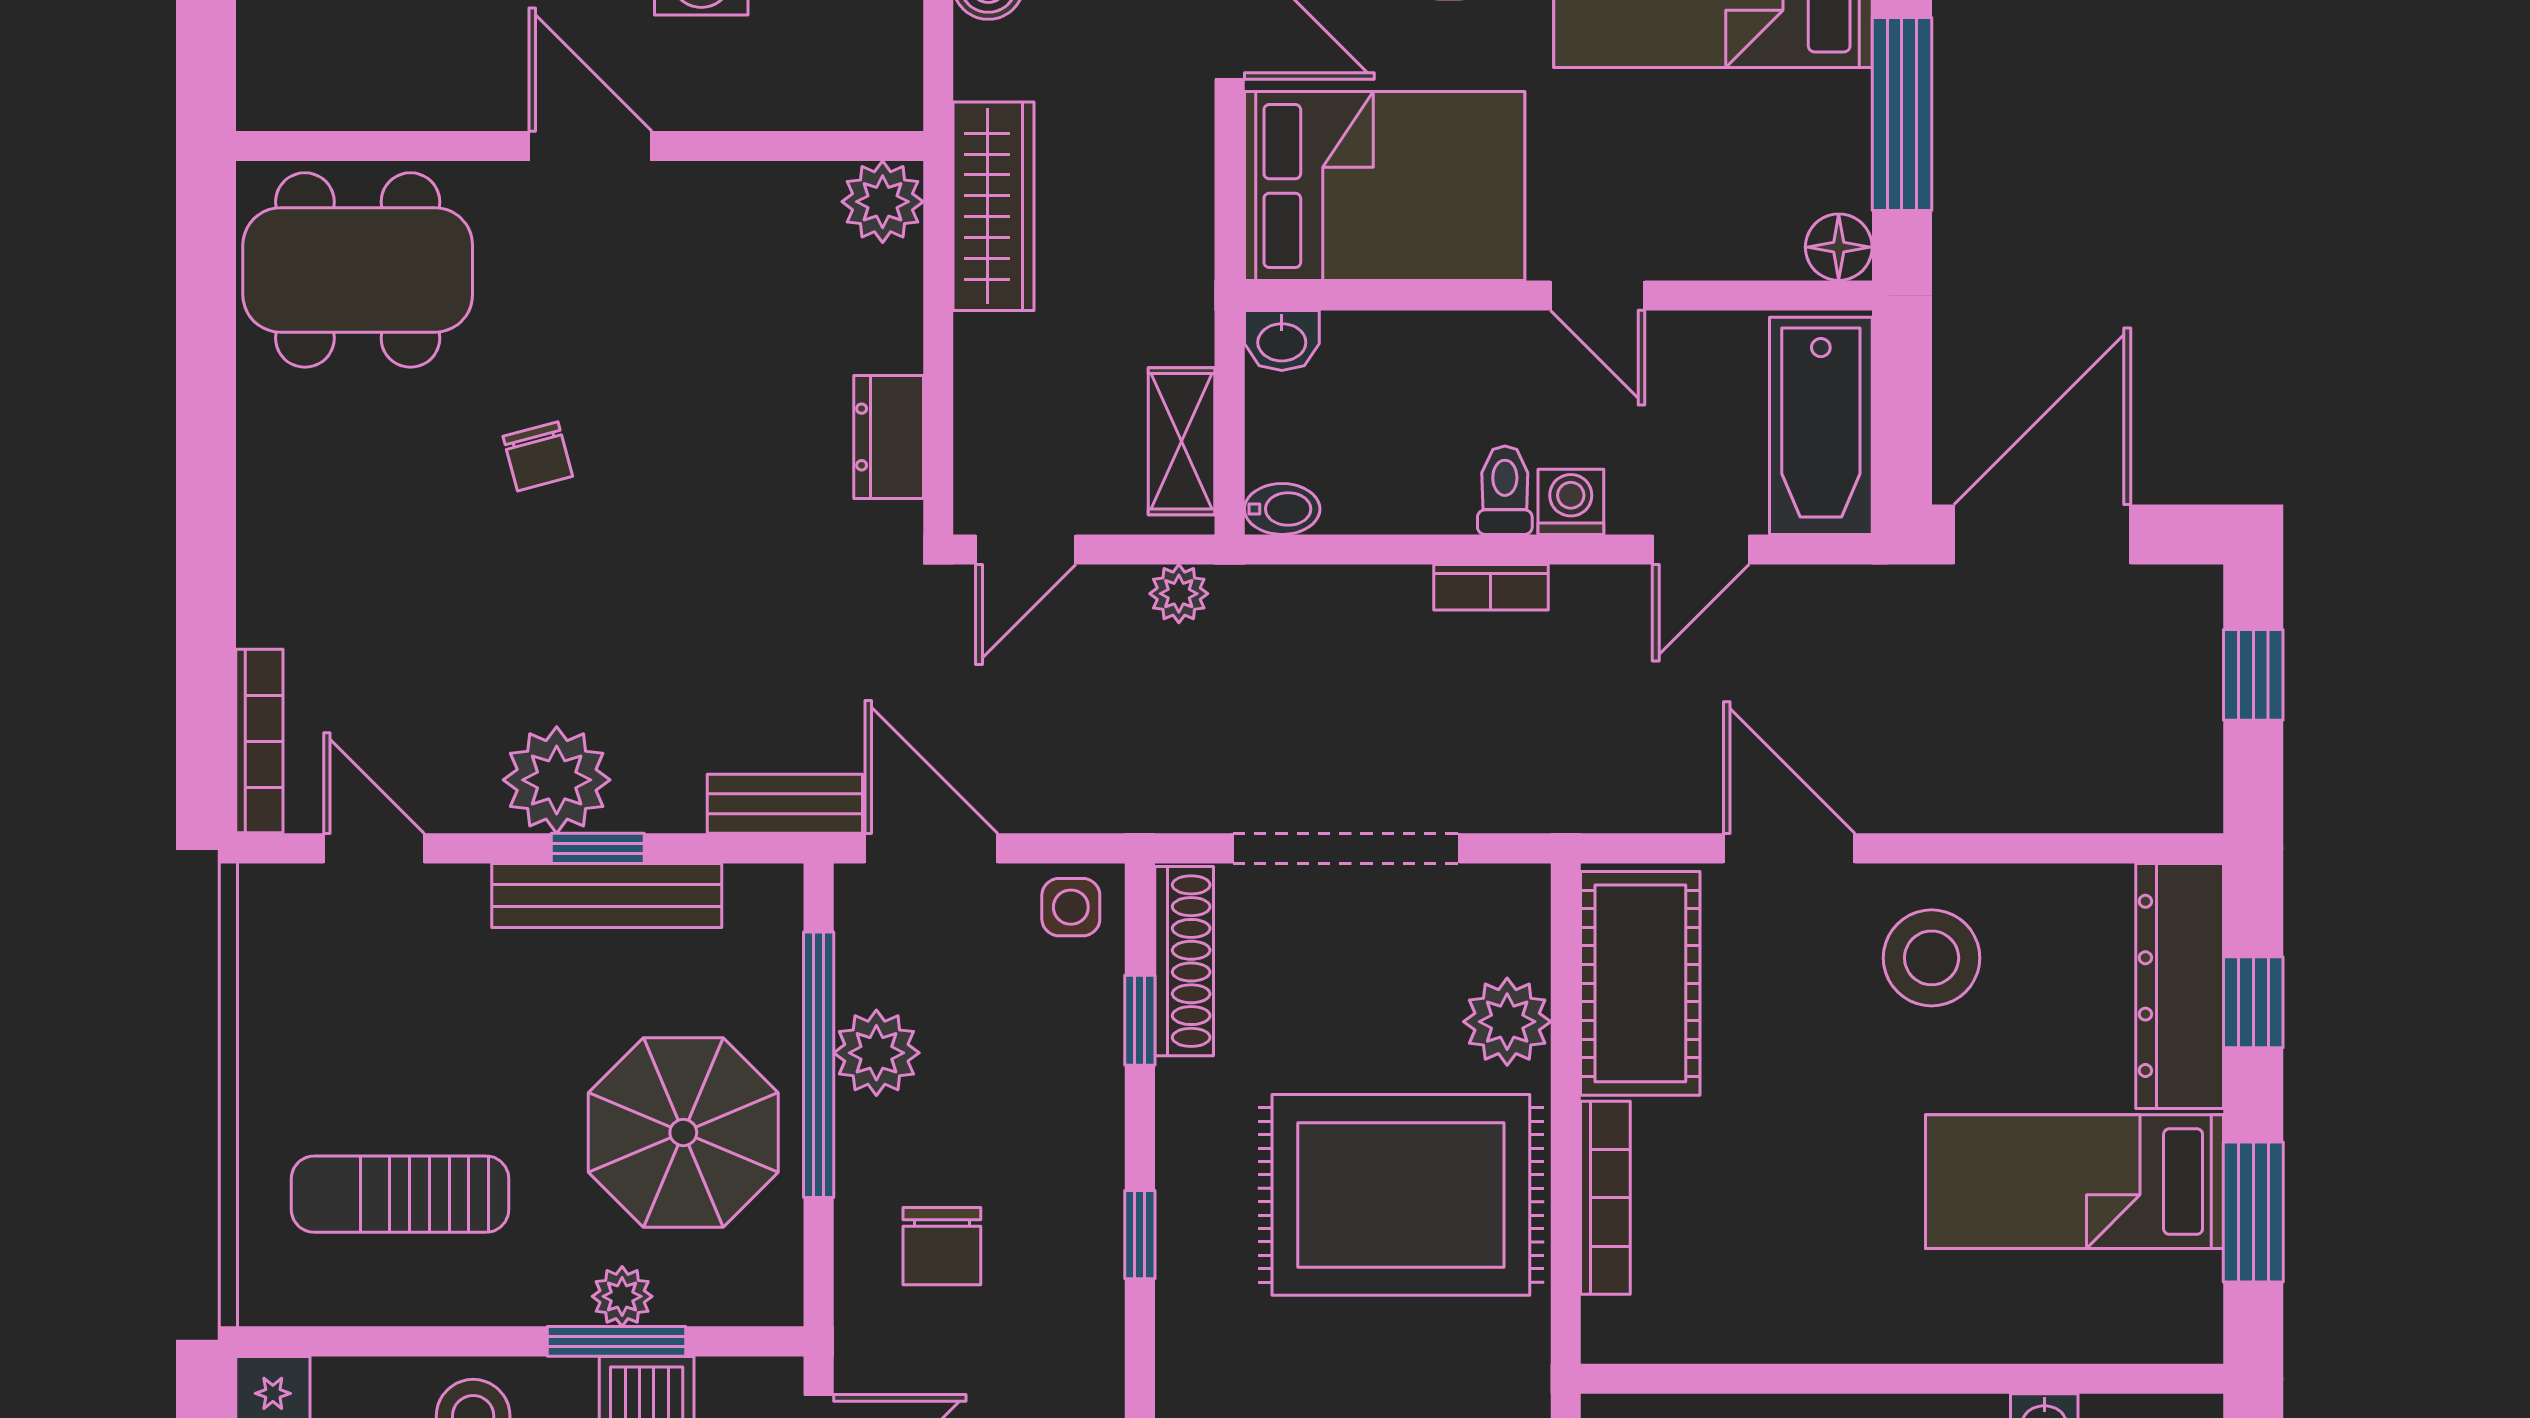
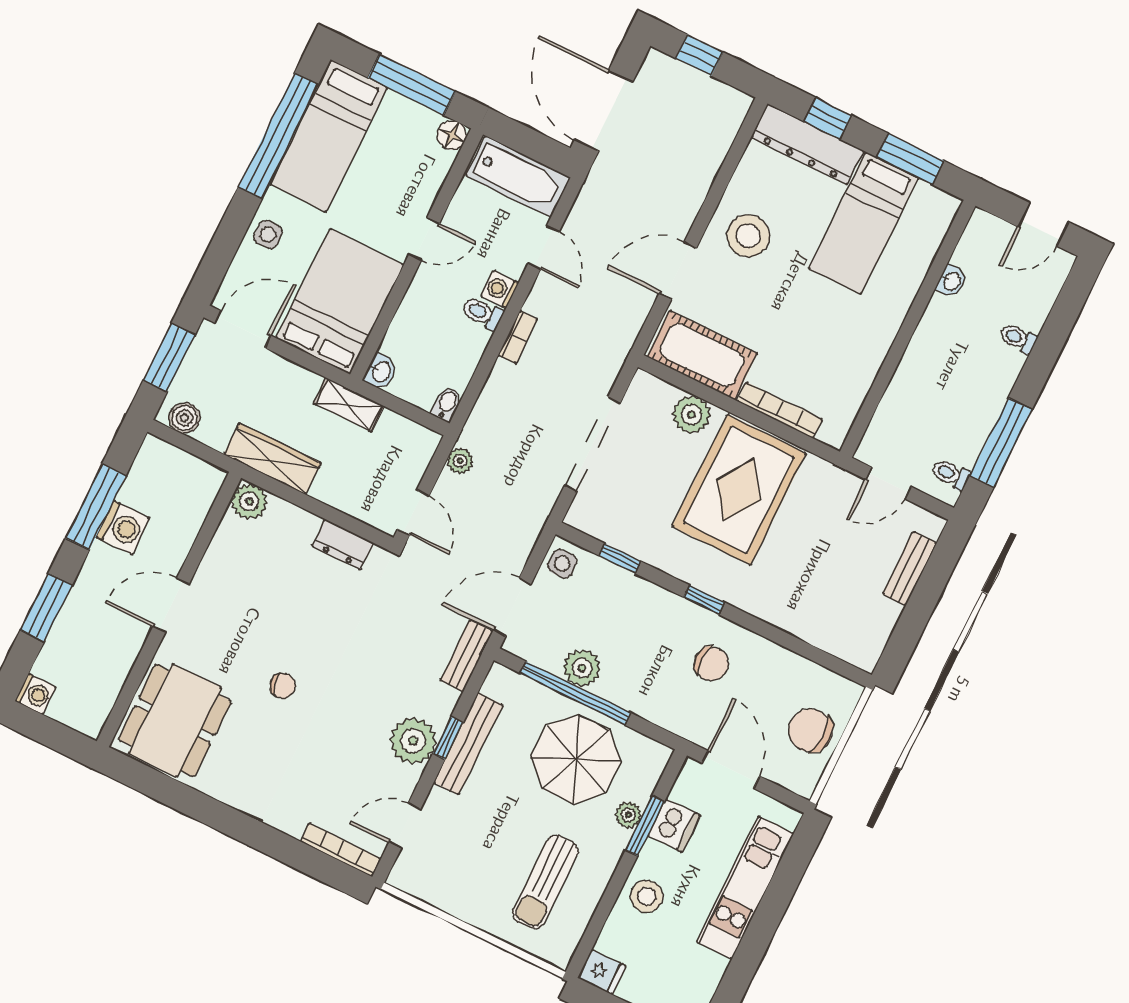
shelving: (1182, 441) -> (349, 405), moved
shoe rack: (1184, 961) -> (605, 530), removed
chair: (942, 1246) -> (711, 664), moved

